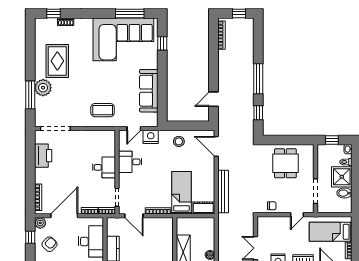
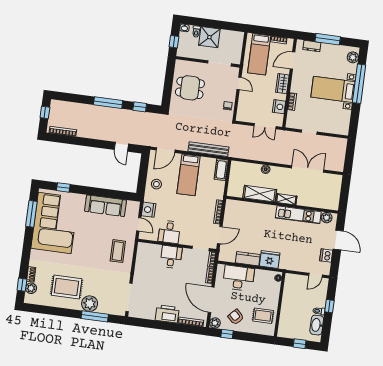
plant: (51, 24) -> (31, 288), added
printer: (43, 156) -> (167, 314), moved
bed: (182, 193) -> (189, 175), moved, turned -90
bidet: (345, 193) -> (225, 37), removed

